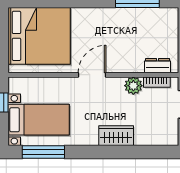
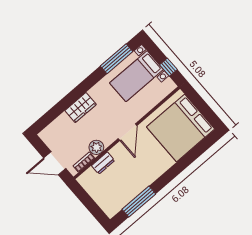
dresser: (158, 66) -> (103, 163), moved

